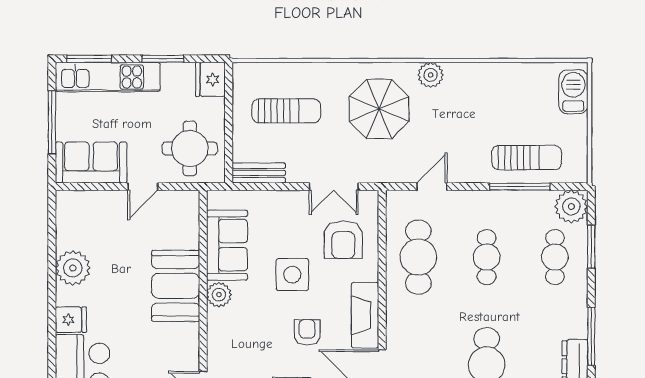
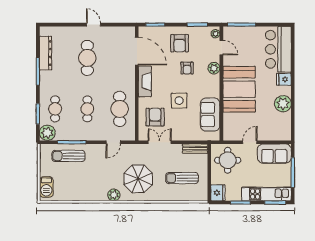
booth: (176, 286) -> (239, 89), width x1.36, depth x1.42
plant: (219, 295) -> (214, 68), moved
armchair: (307, 332) -> (187, 68), moved

